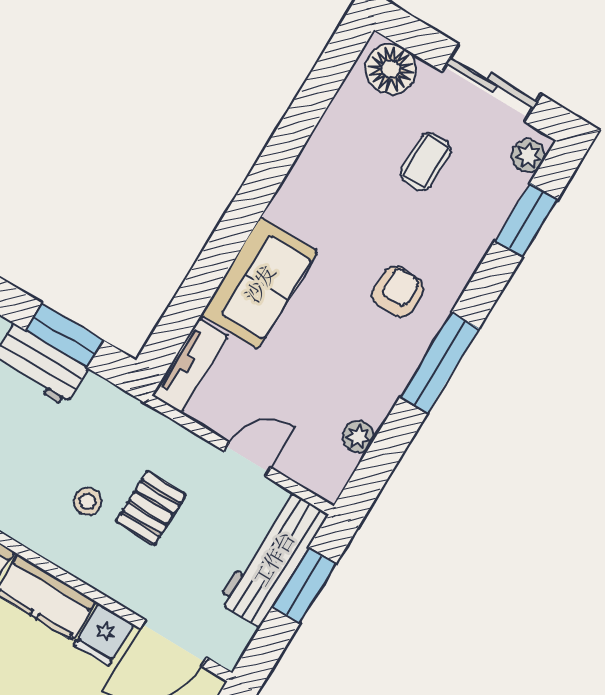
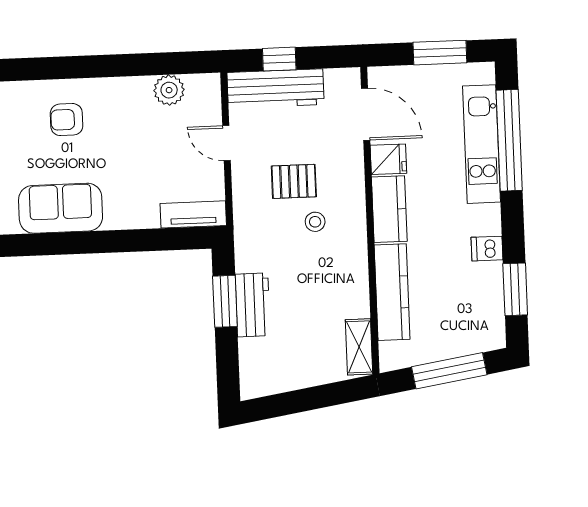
sofa: (259, 283) -> (61, 208), moved
window: (440, 362) -> (92, 67), removed
plant: (358, 437) -> (169, 90), width x1.38, depth x1.38
window: (304, 585) -> (279, 59), width x0.67

